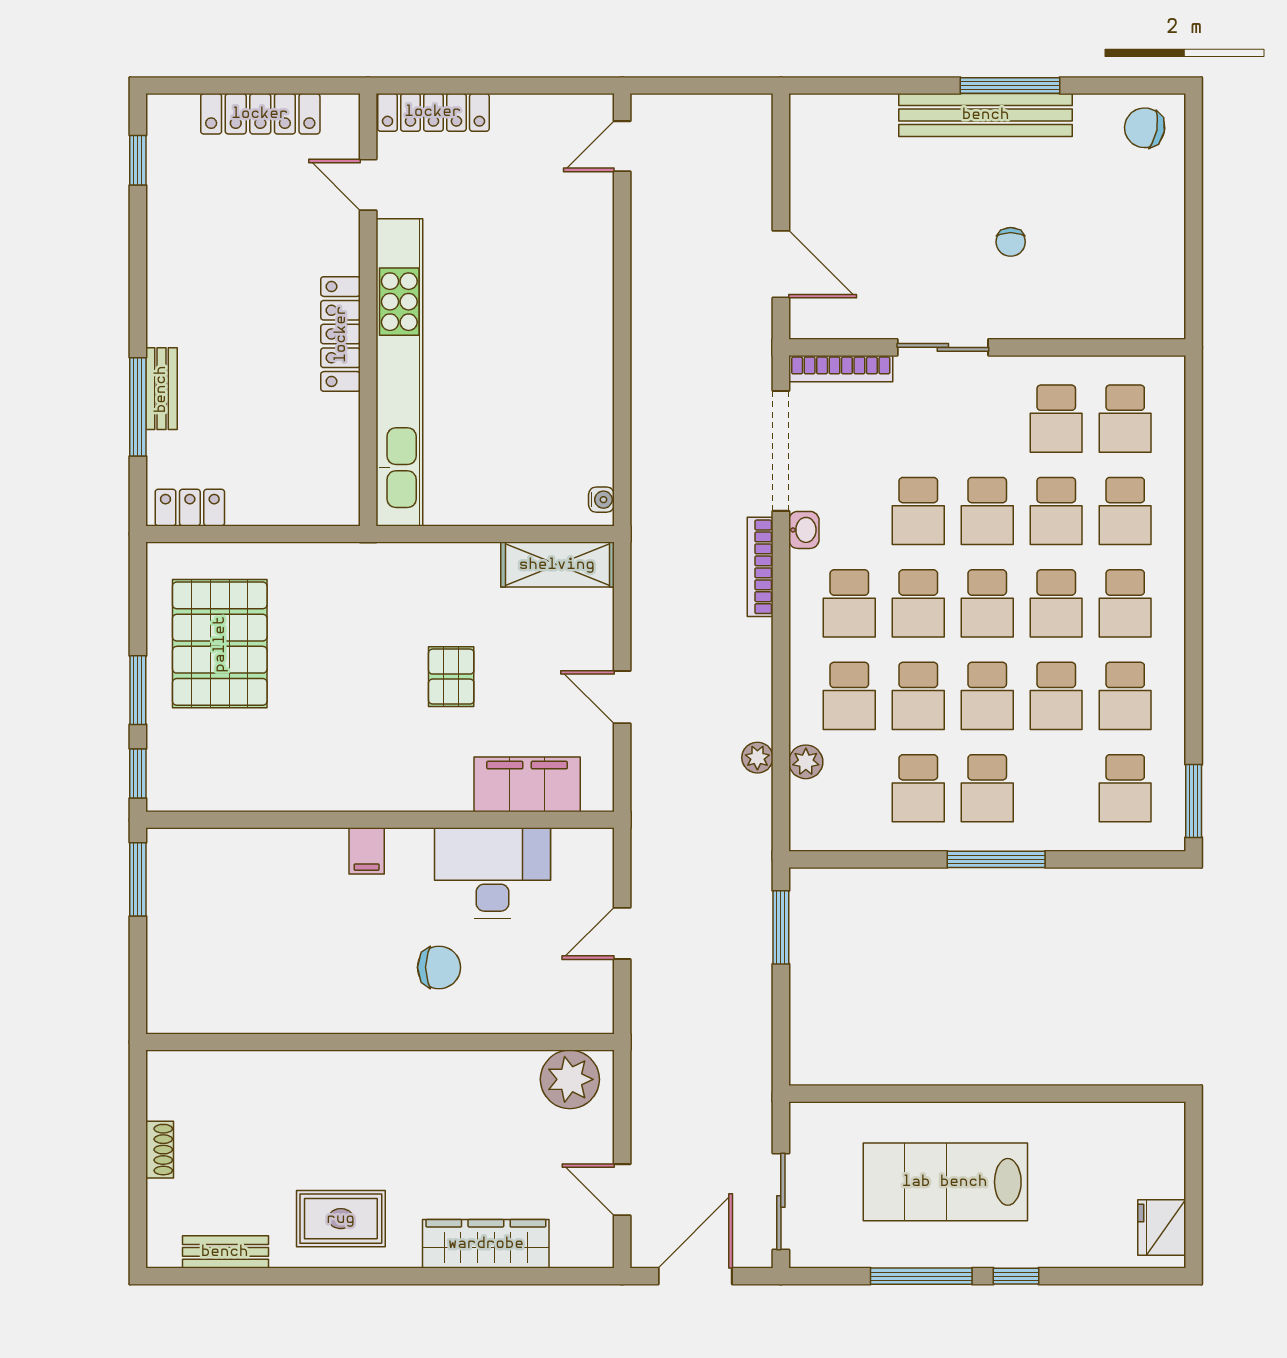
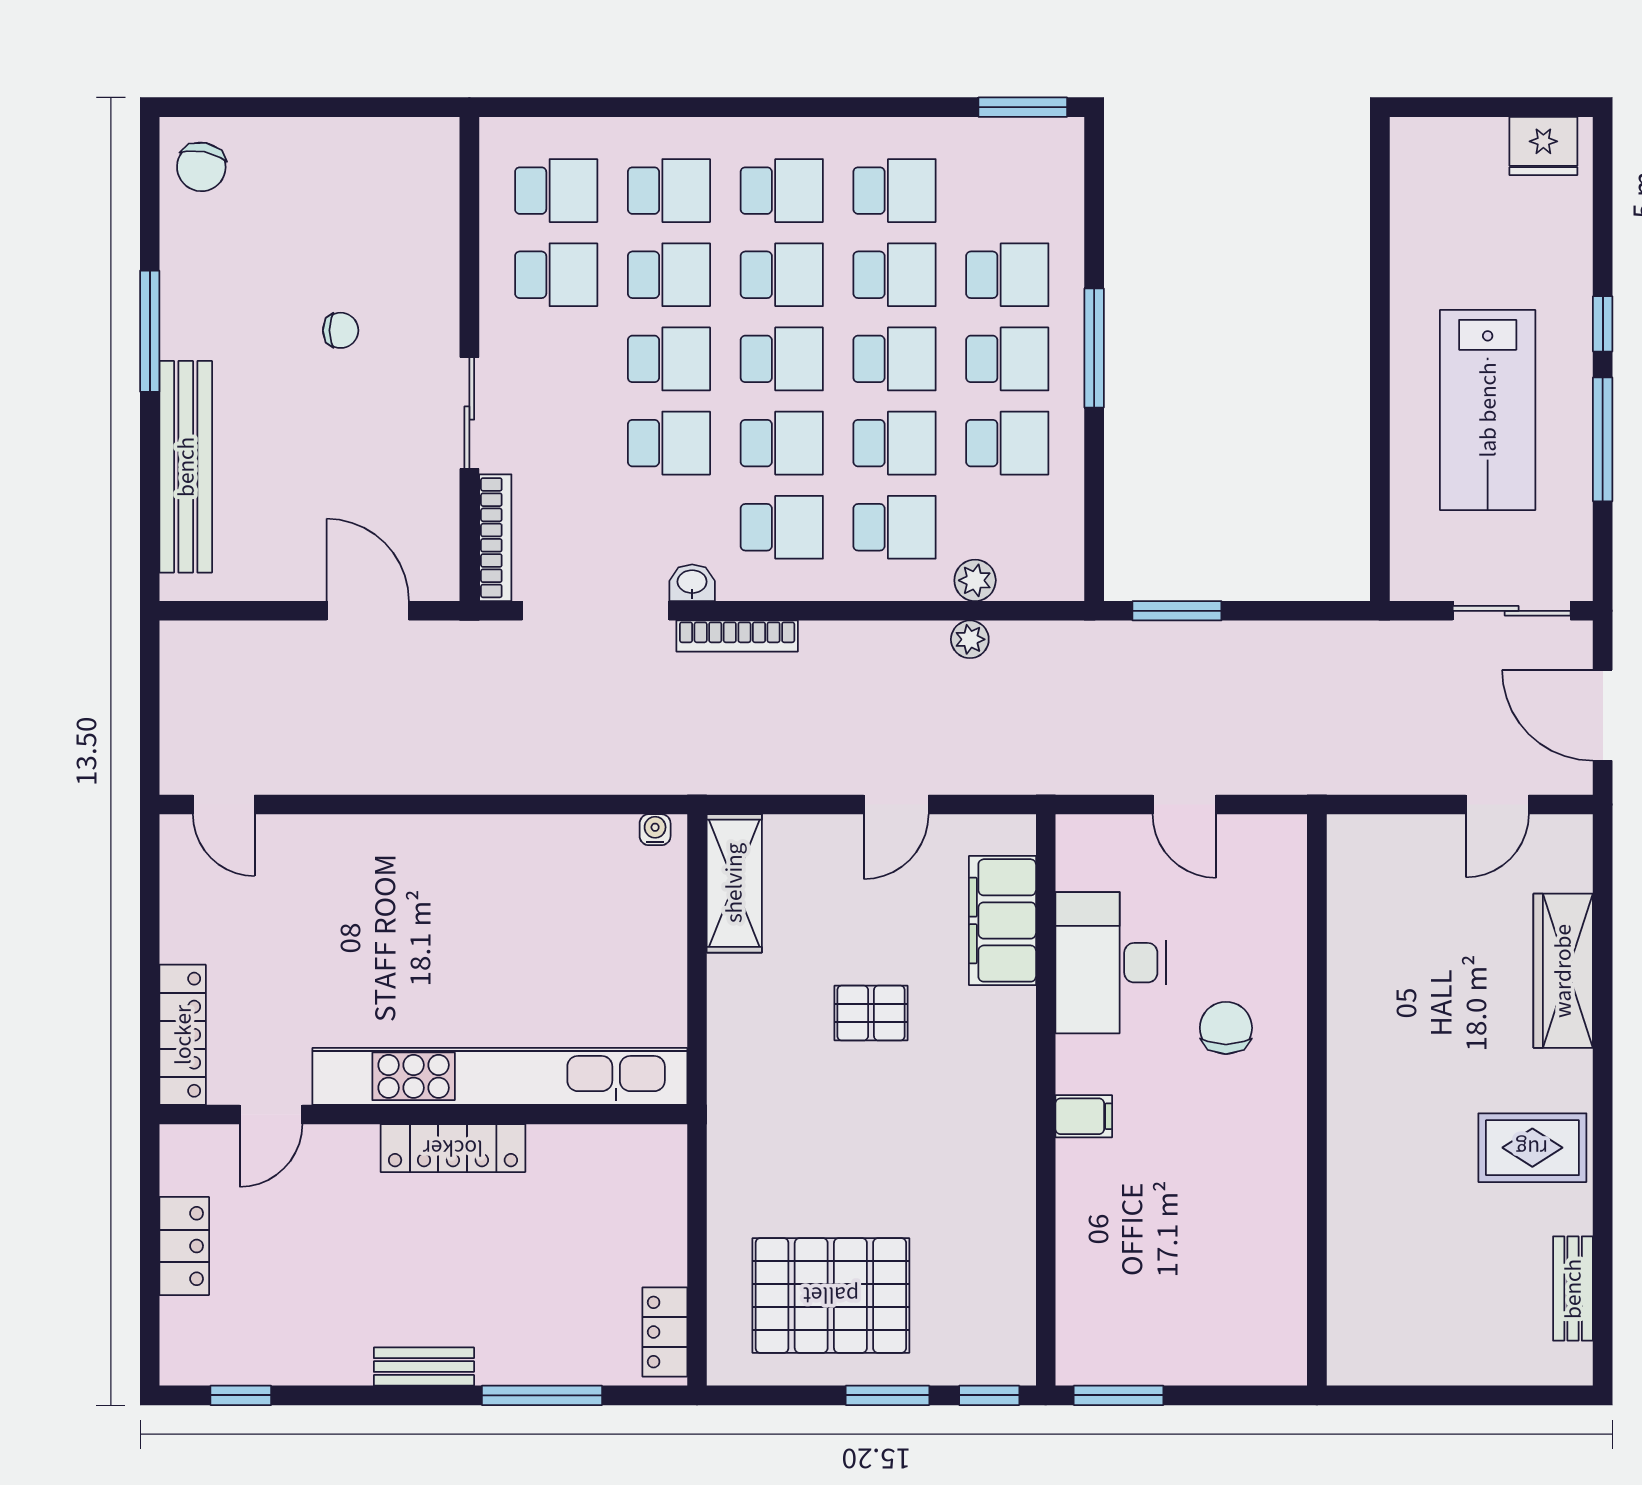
locker: (260, 114) -> (184, 1246), width x0.66
bench: (986, 115) -> (186, 467), moved
door: (781, 264) -> (368, 611), hinge flipped
bench: (161, 389) -> (424, 1367), moved
school desk: (1125, 788) -> (1007, 275), moved
plant: (570, 1079) -> (1363, 868), removed
shoe rack: (160, 1150) -> (1448, 1369), removed
rug: (341, 1219) -> (1532, 1148), turned 90

